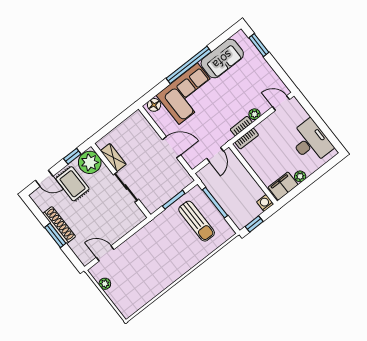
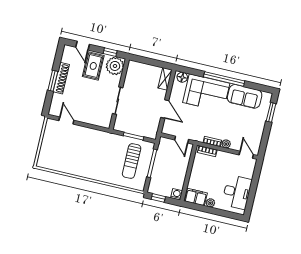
door: (215, 155) -> (182, 140), hinge flipped
shelving: (113, 158) -> (165, 79), moved
plant: (105, 284) -> (48, 135), removed

